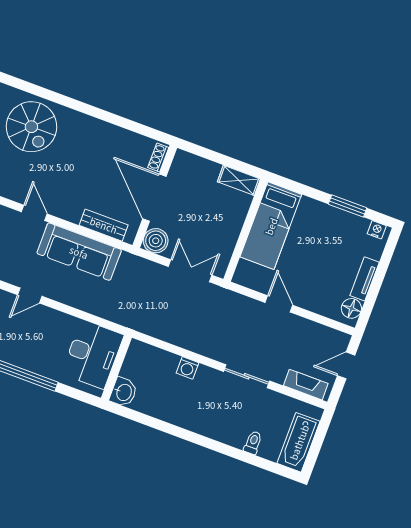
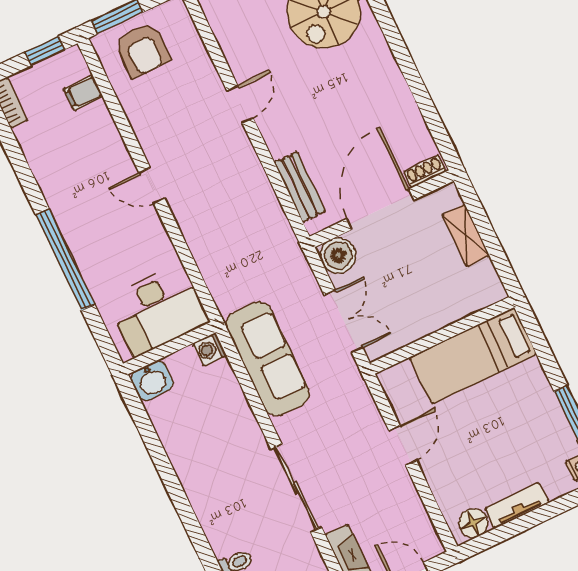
shelving: (239, 180) -> (466, 235), moved
sofa: (79, 252) -> (268, 359), moved, turned 180
washing machine: (188, 368) -> (210, 349), moved
sliding door: (247, 376) -> (296, 488), width x1.37

